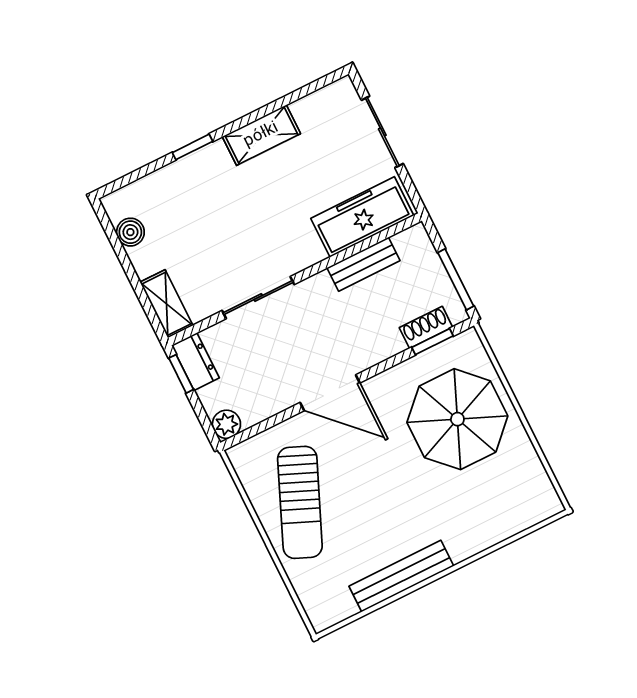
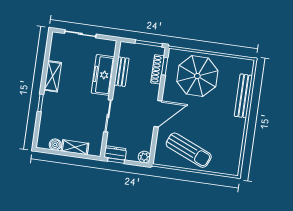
freezer: (362, 217) -> (103, 75), moved
shelving: (166, 304) -> (75, 147), moved
shoe rack: (426, 327) -> (158, 69), width x1.43
bench: (401, 576) -> (243, 96), moved

